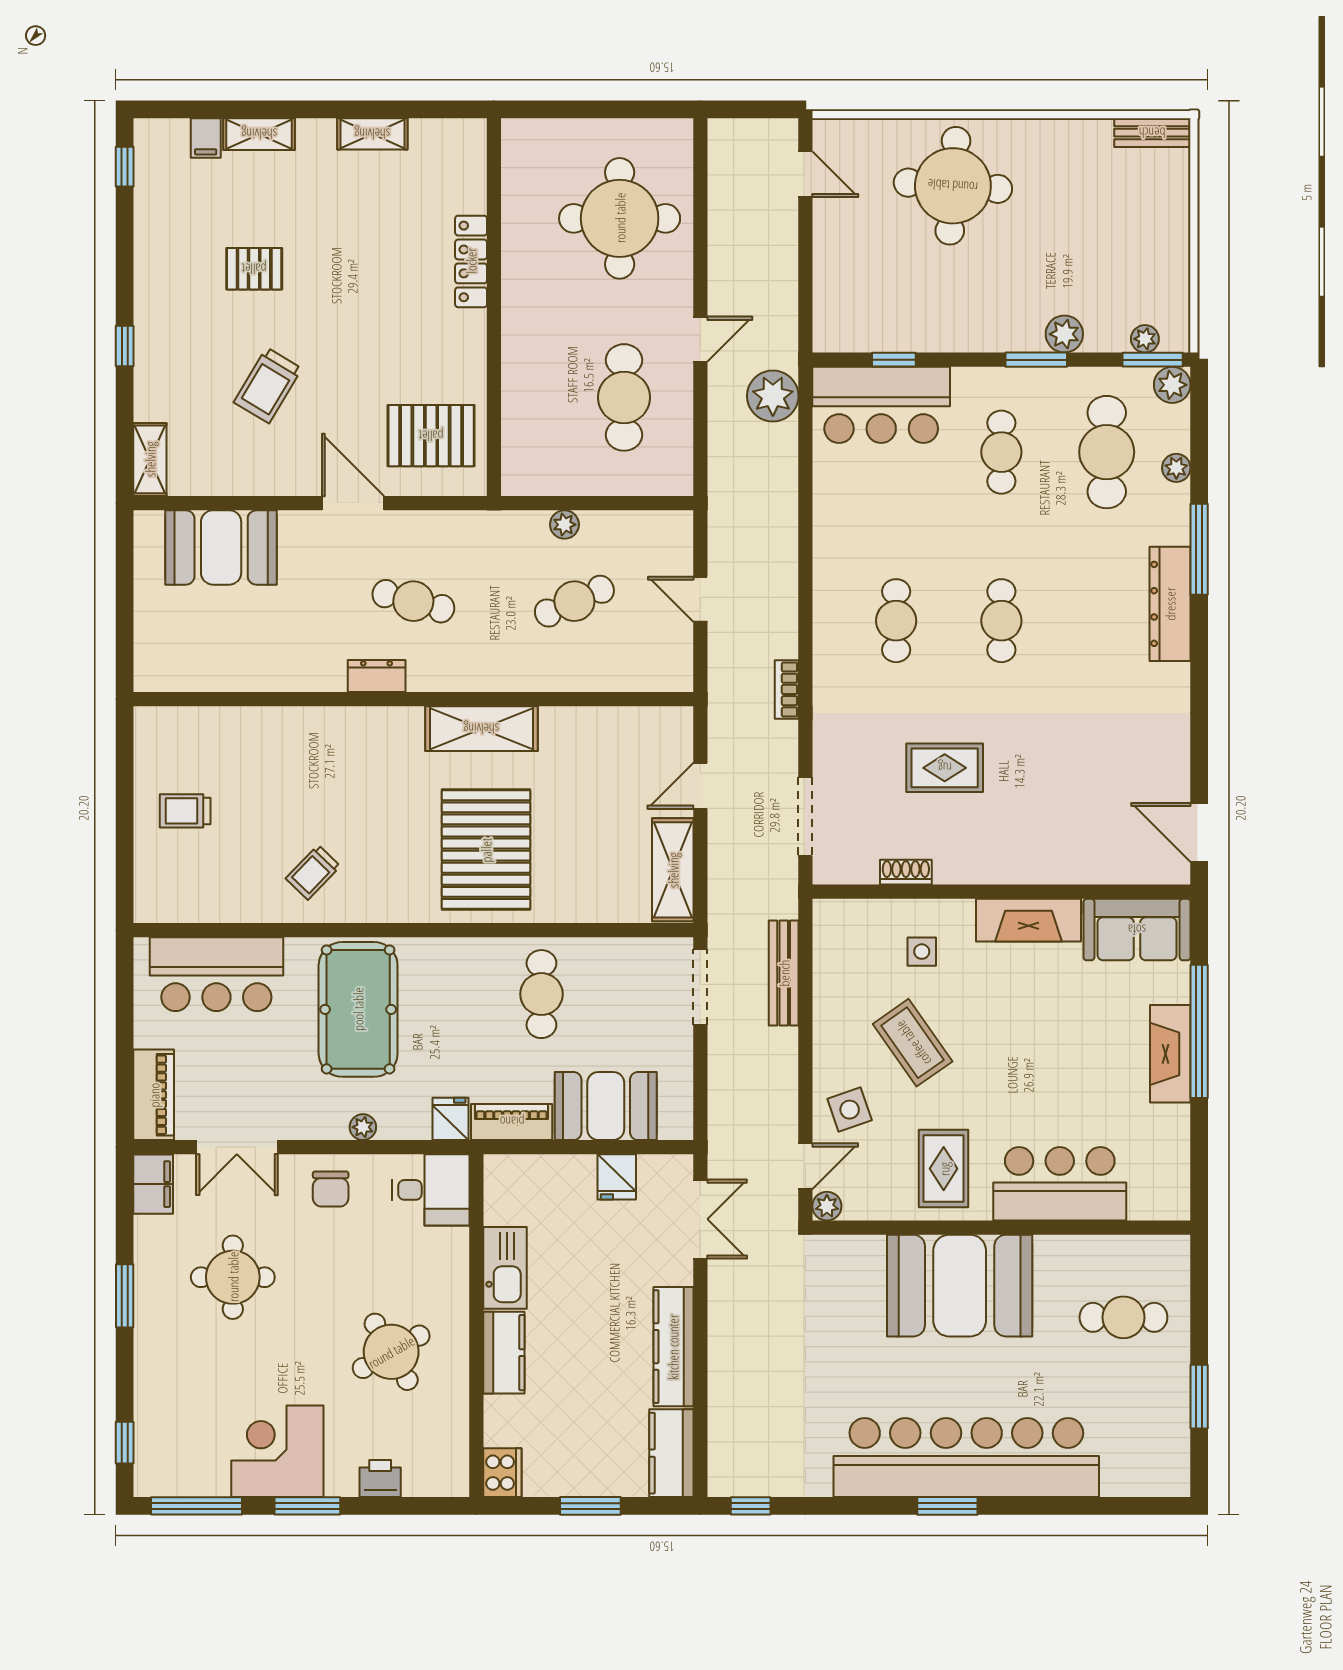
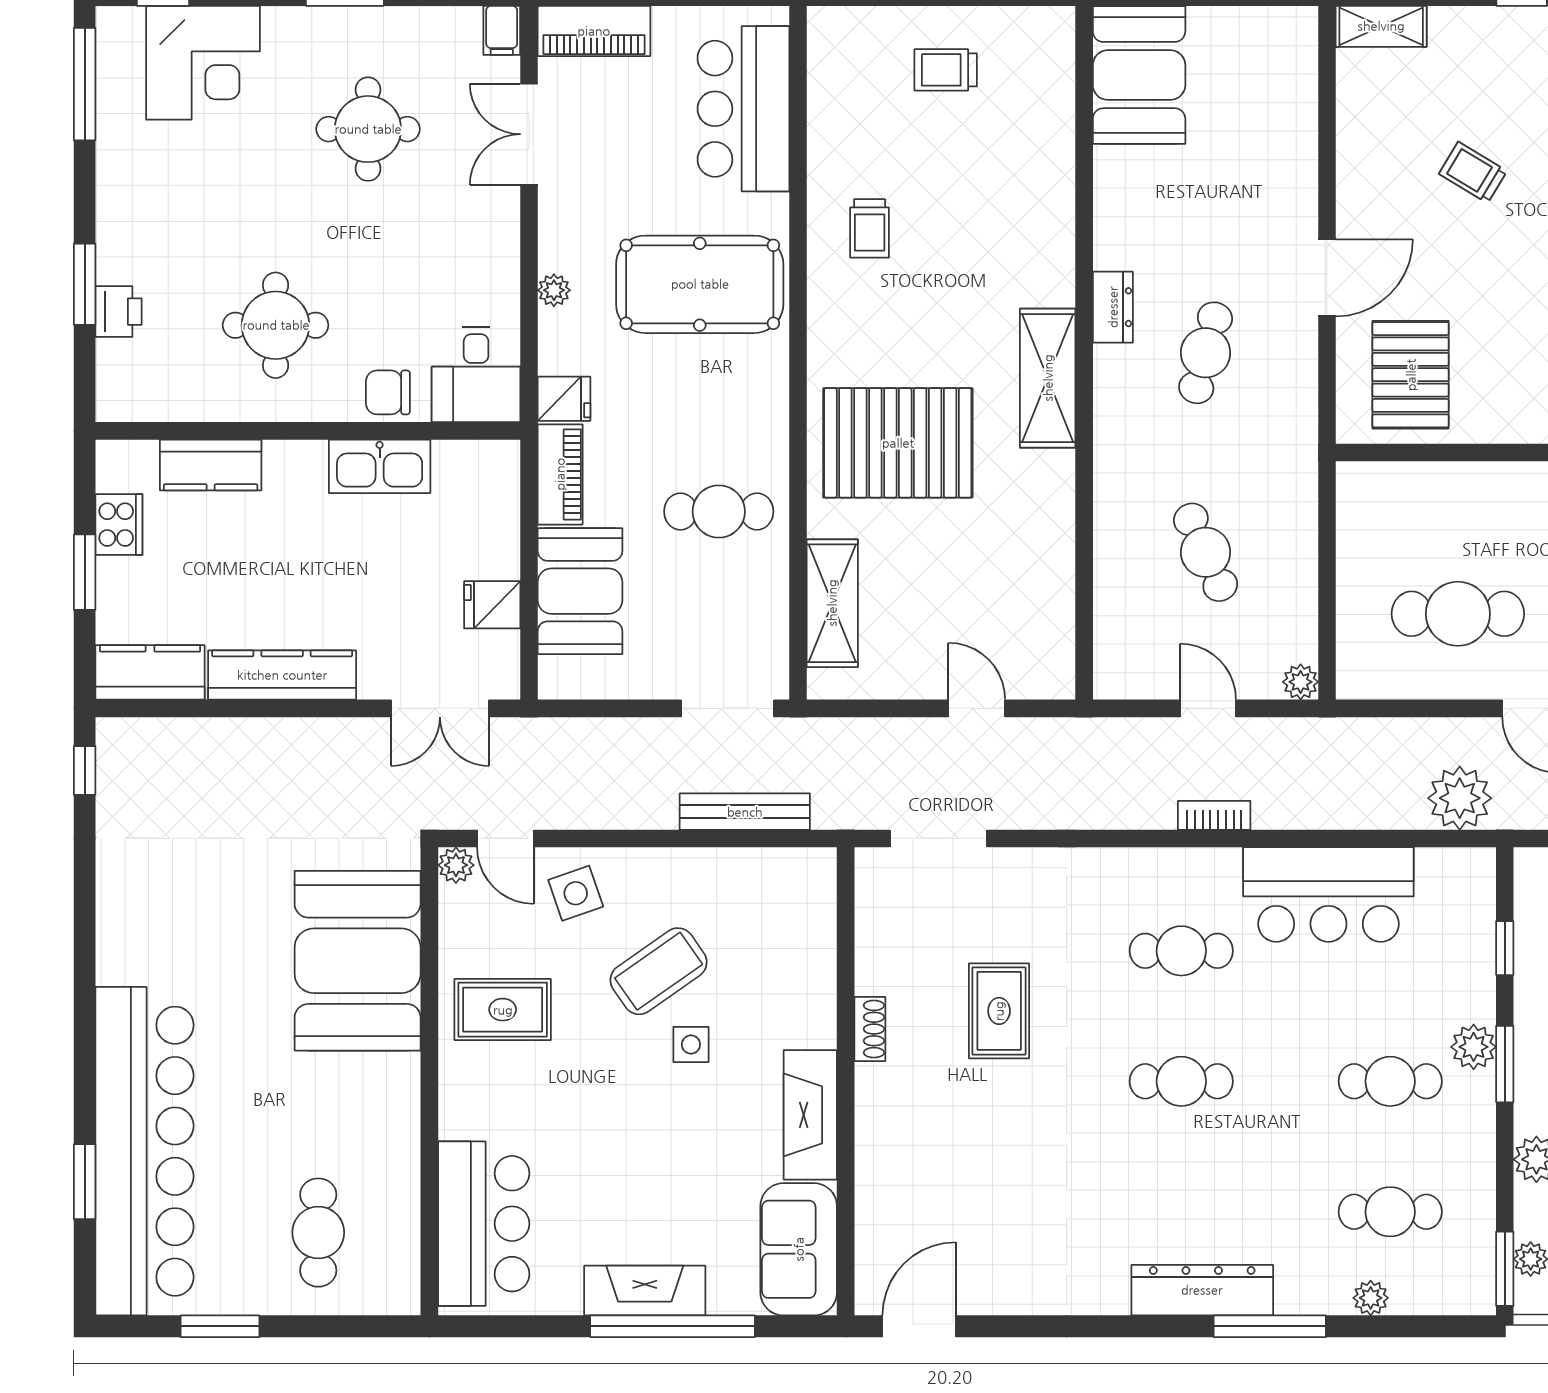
window: (1036, 360) -> (1505, 1064), moved
trolley: (268, 385) -> (1473, 172), width x0.73, depth x0.72
plant: (1172, 385) -> (1474, 1047), moved
bar counter: (881, 405) -> (1328, 894), moved, turned -90
cafe table: (1107, 452) -> (1390, 1212), width x0.73, depth x0.74
plant: (564, 525) -> (1301, 682), moved
booth: (221, 547) -> (1139, 75), moved
door: (700, 599) -> (1208, 708), hinge flipped
bookcase: (787, 689) -> (1214, 815), moved
shelving: (481, 729) -> (1048, 378), moved
trolley: (185, 811) -> (946, 70), turned -90
shelving: (673, 870) -> (832, 603), moved, turned 90
trolley: (313, 872) -> (870, 228), turned -134
shoe rack: (906, 872) -> (870, 1029), moved
side table: (922, 952) -> (691, 1044), moved
filing cabinet: (153, 1184) -> (502, 30), width x0.50
bar counter: (1060, 1184) -> (484, 1224), moved
chair: (331, 1189) -> (388, 392), moved
booth: (960, 1286) -> (358, 961), moved
round table: (391, 1352) -> (276, 325), turned 30
kitchen counter: (504, 1353) -> (211, 465), moved
corner desk: (277, 1451) -> (203, 63), moved, turned 90
bar counter: (966, 1458) -> (145, 1151), moved
cooker: (502, 1473) -> (119, 525), moved, turned -90
window: (307, 1506) -> (85, 284), moved
window: (947, 1506) -> (85, 1182), moved

